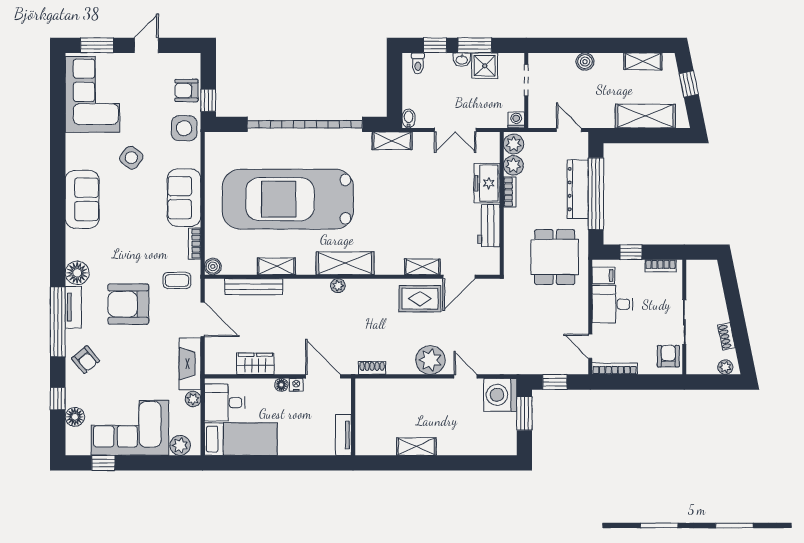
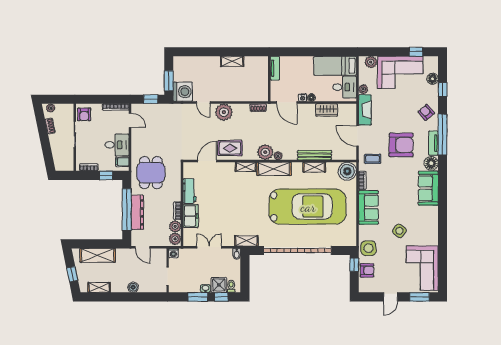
shower: (485, 66) -> (219, 285), moved
sofa: (82, 199) -> (428, 188), moved
boiler: (213, 266) -> (347, 171), width x1.86, depth x1.86
shelving: (422, 267) -> (246, 167), moved
bench: (254, 287) -> (315, 155), moved
plant: (360, 292) -> (265, 152), added

